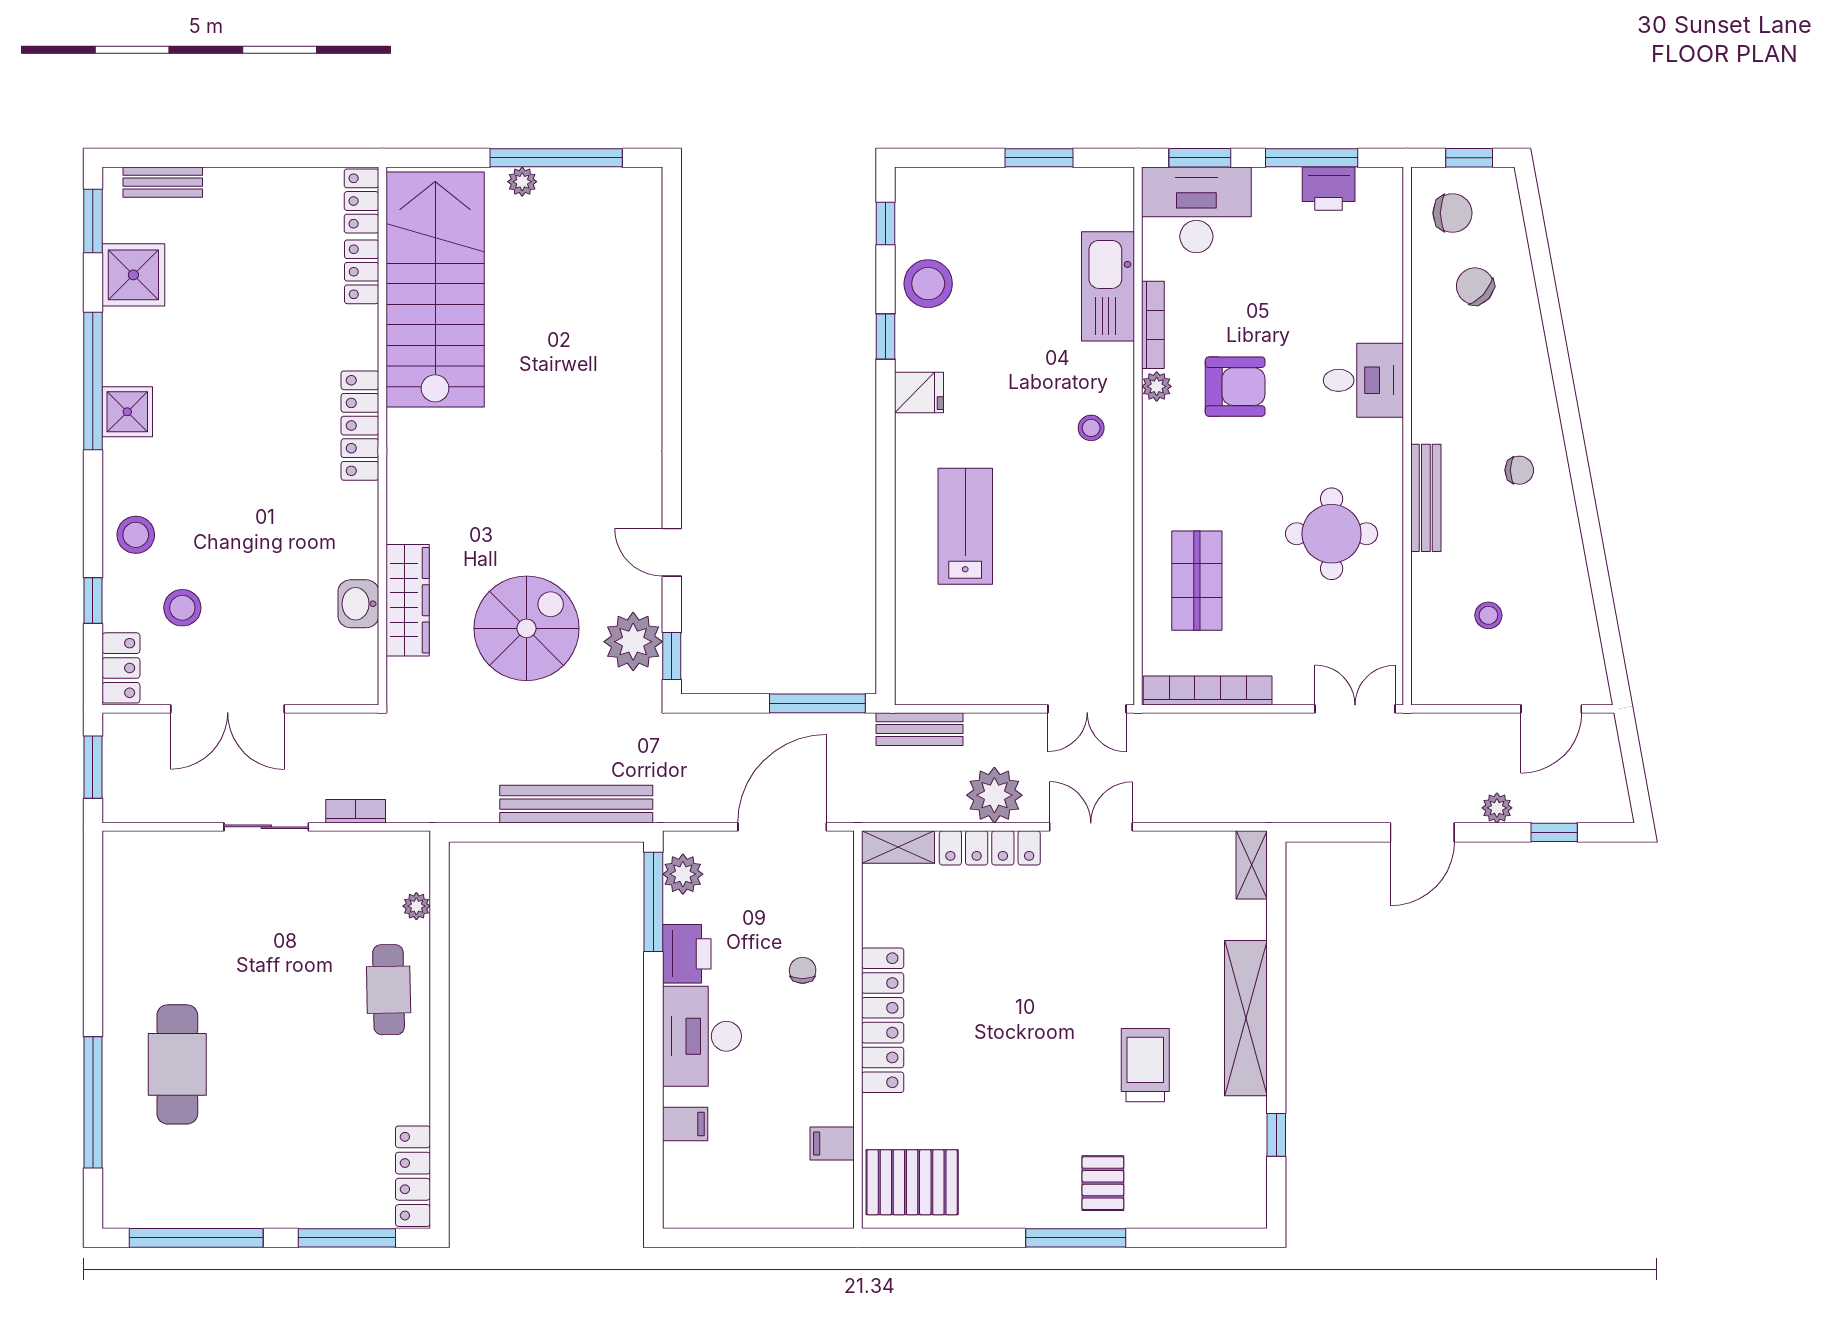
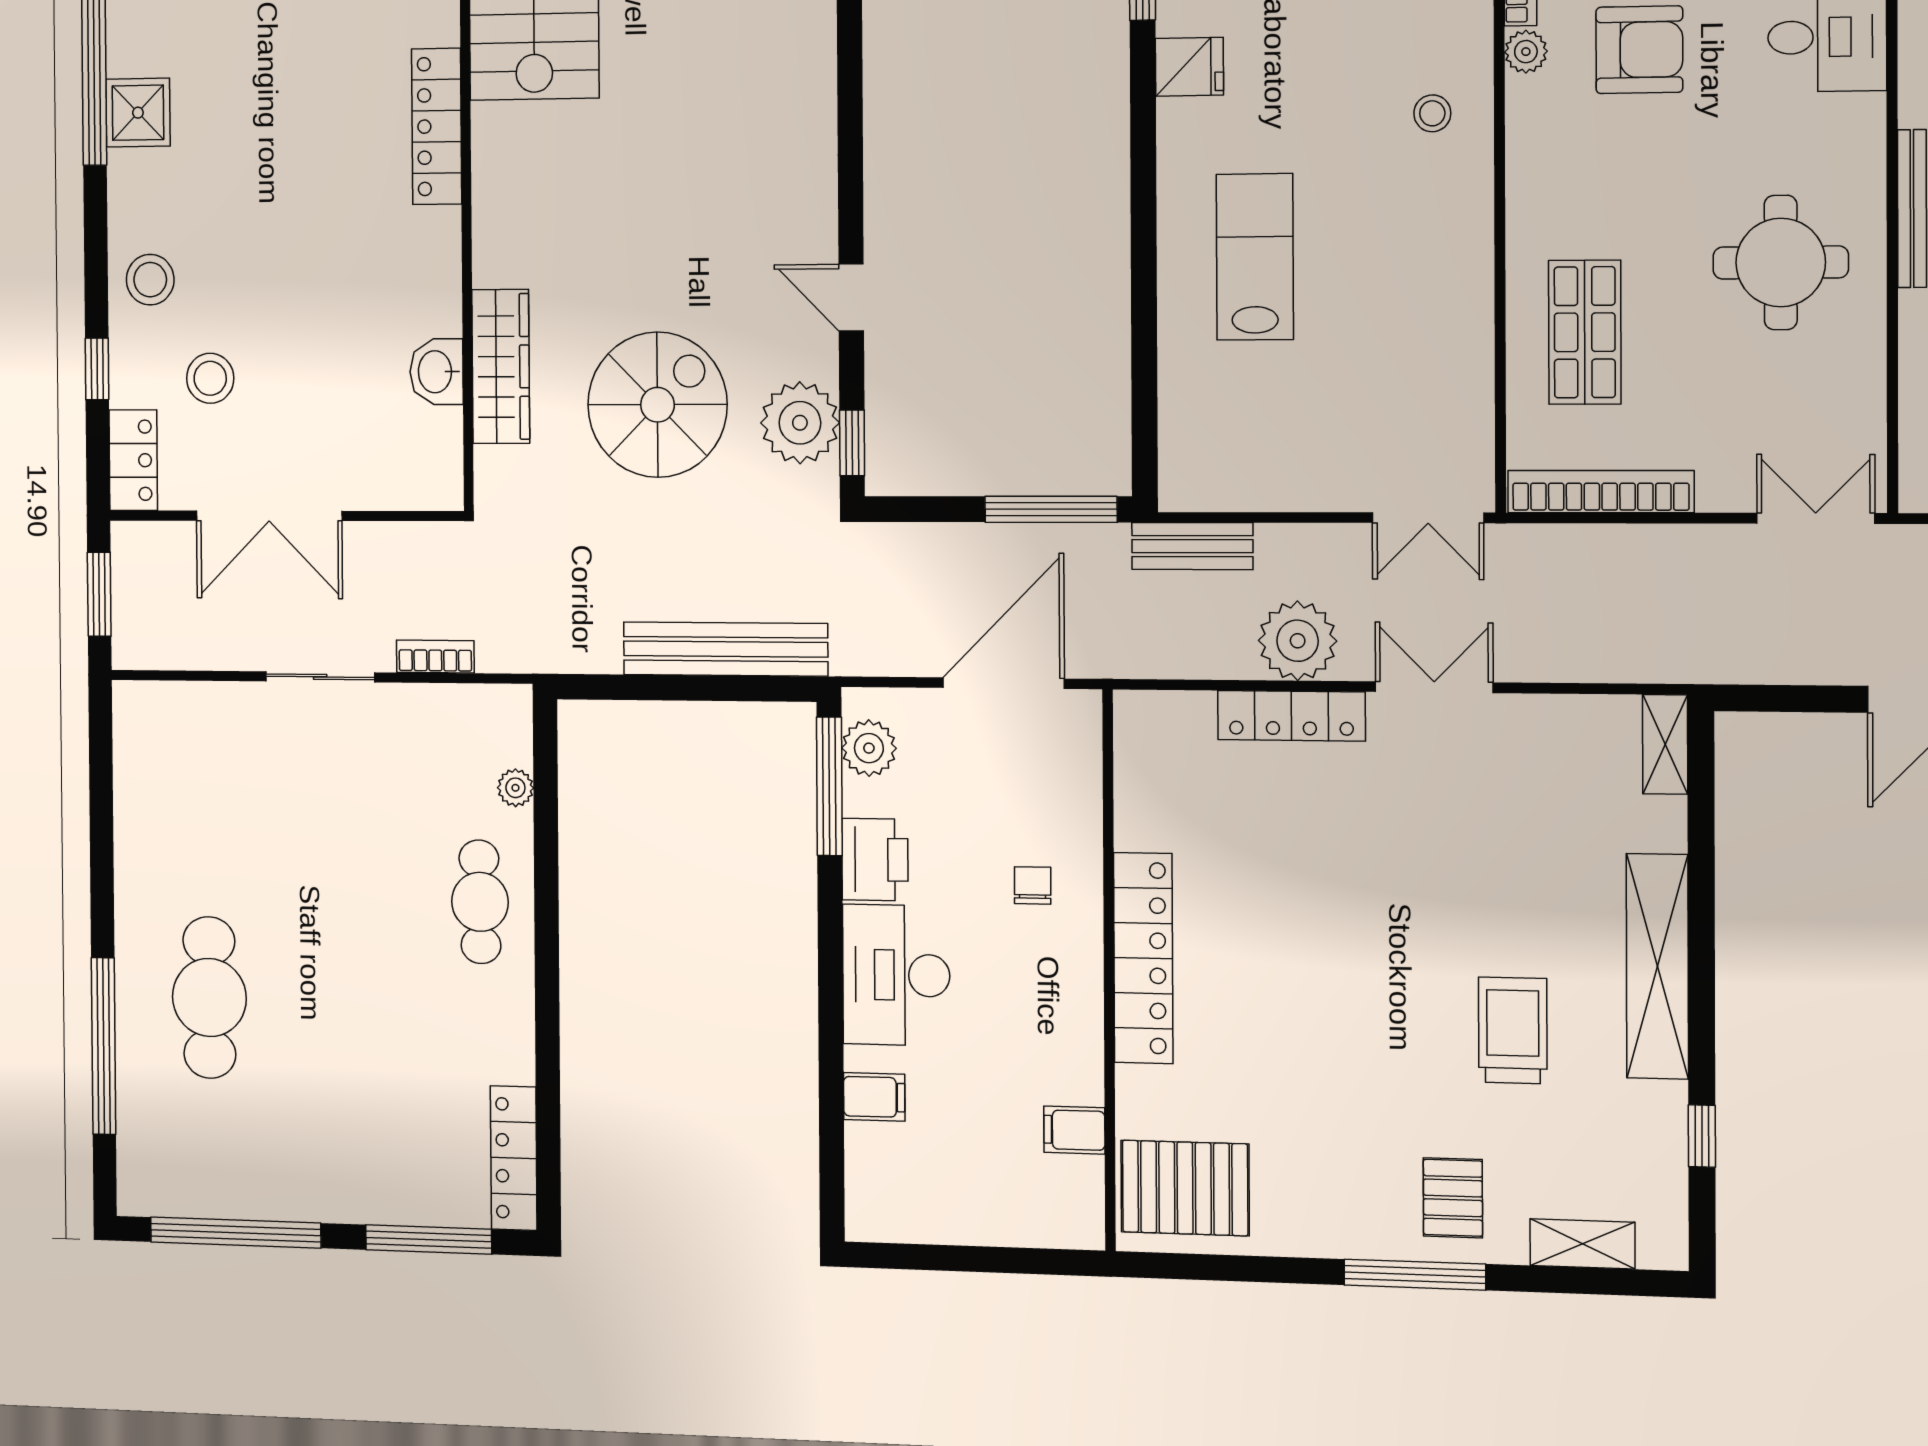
shelving: (898, 847) -> (1582, 1244), moved

